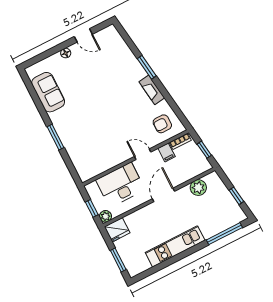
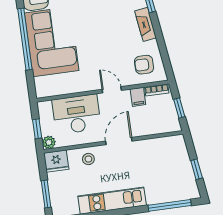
corner sofa: (79, 132) -> (52, 42), added
window: (55, 137) -> (25, 39), width x2.11
plant: (198, 188) -> (159, 146), removed
stool: (143, 219) -> (88, 159), added

